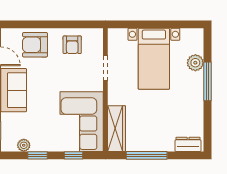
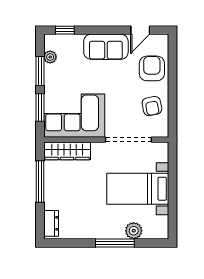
armchair: (72, 45) -> (152, 106), turned -101
doorway: (105, 68) -> (128, 140), width x1.88
window: (38, 155) -> (40, 71), width x1.50
window: (74, 155) -> (40, 107), width x1.50

